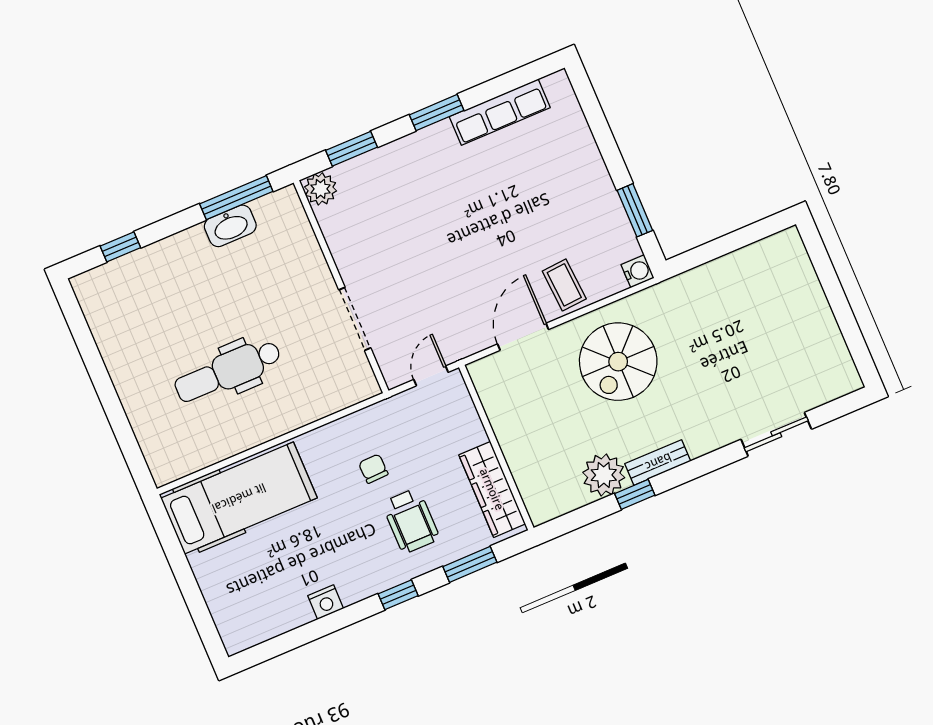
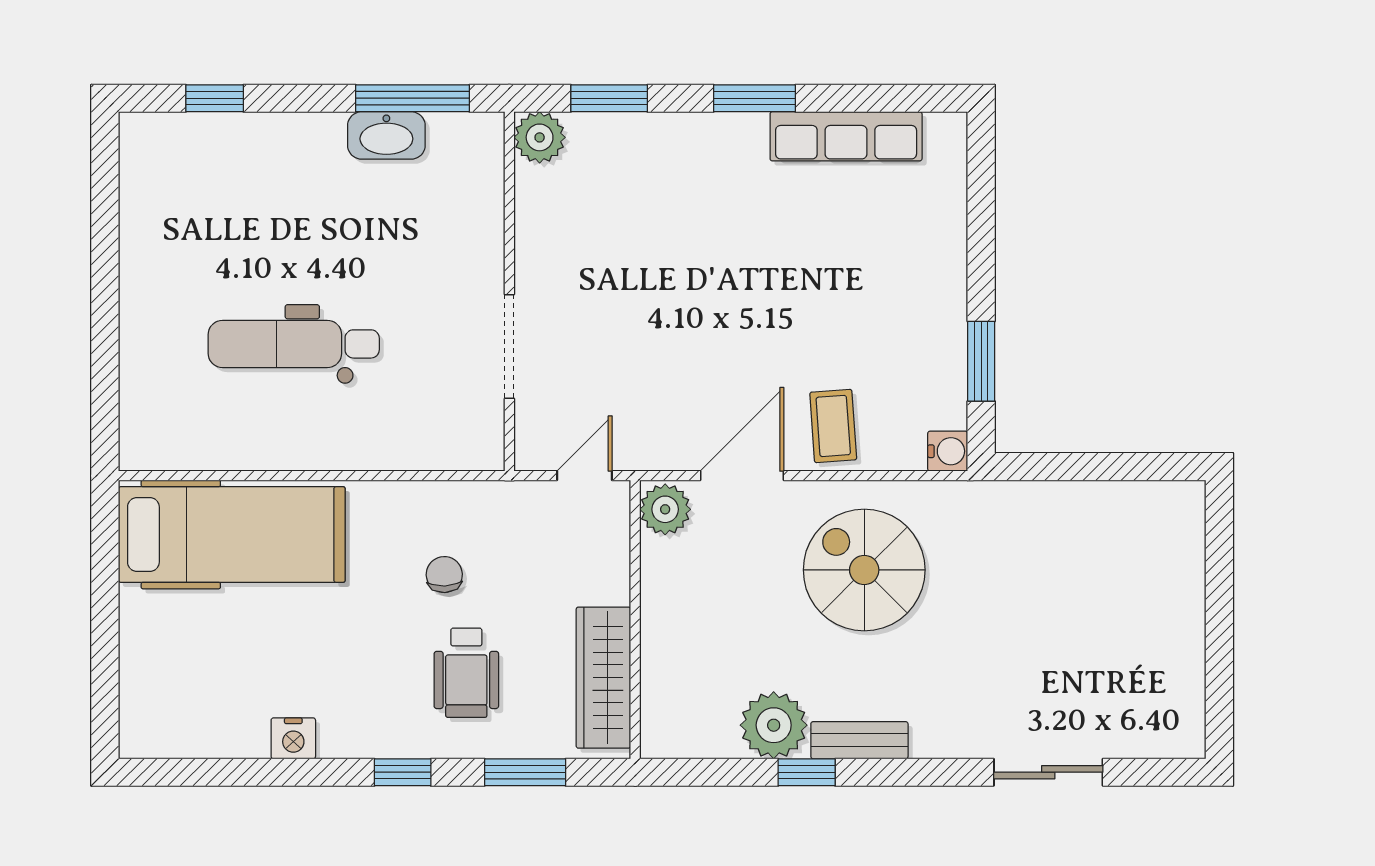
spiral stairs: (618, 362) -> (864, 570), turned 90
plant: (486, 376) -> (665, 509), added

